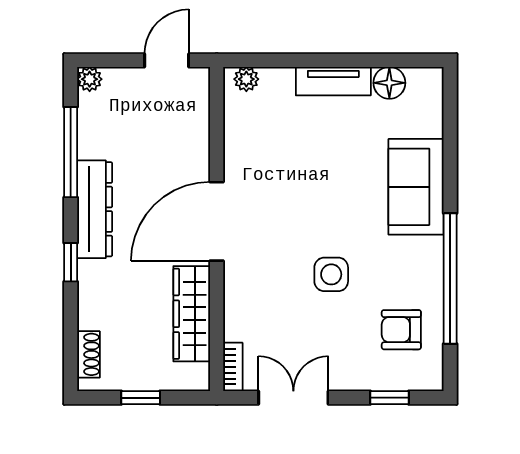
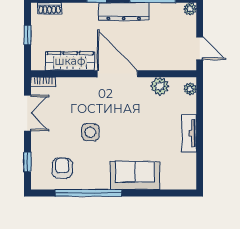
floor lamp: (389, 83) -> (188, 162), removed
plant: (241, 138) -> (160, 86), added

